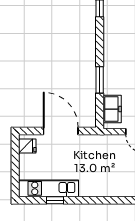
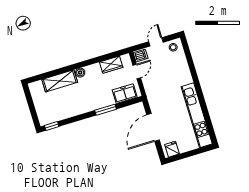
kitchen unit: (48, 188) -> (197, 115), width x1.36
window: (55, 200) -> (207, 116), removed

